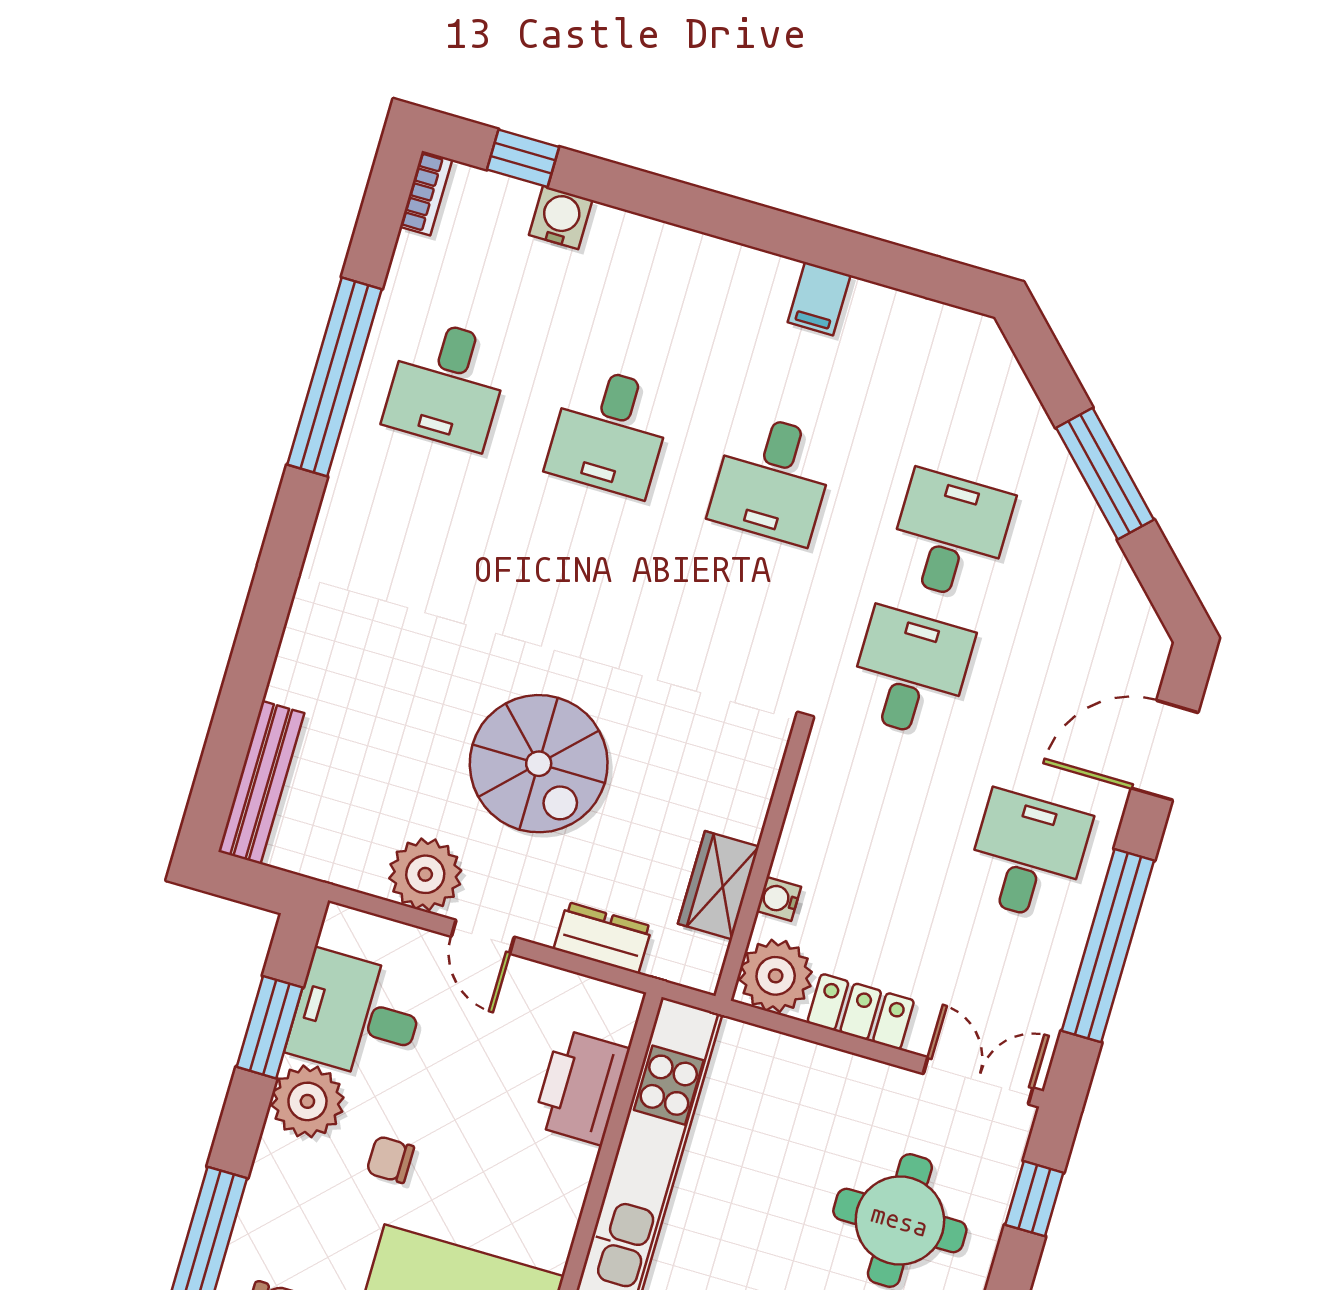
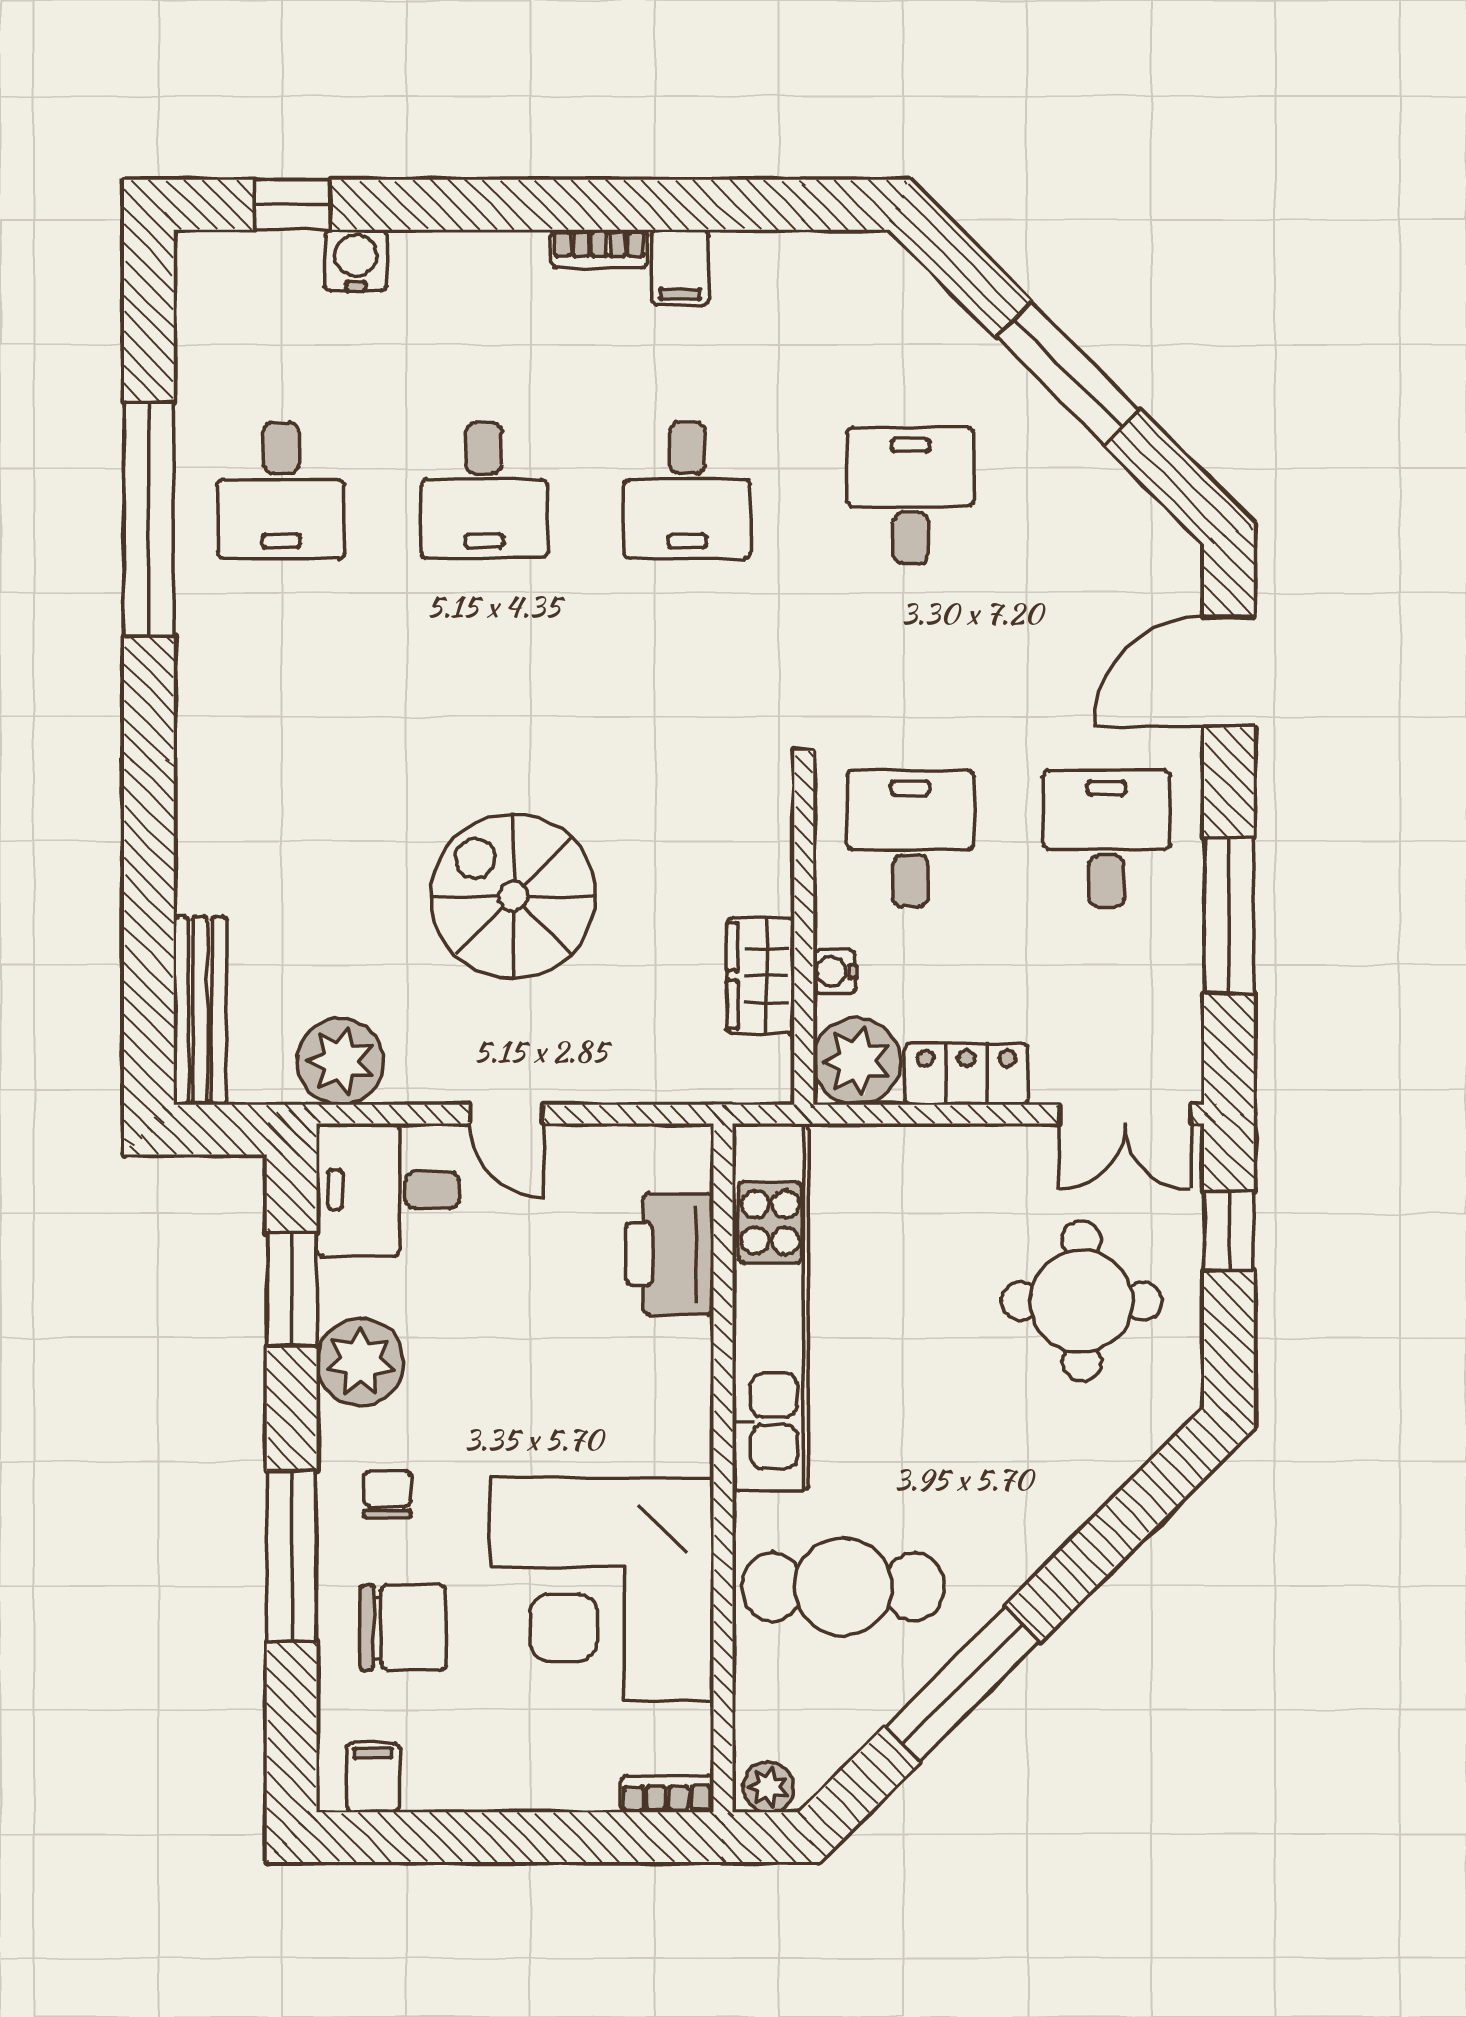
bookcase: (426, 193) -> (599, 249), moved, turned 90
desk: (910, 673) -> (910, 839), moved
spiral stairs: (539, 764) -> (513, 896), turned 180
plant: (425, 874) -> (341, 1061), moved
dresser: (603, 938) -> (645, 1075), removed
window: (1108, 946) -> (1229, 915), width x0.68
desk: (357, 1016) -> (388, 1190), moved
double door: (978, 1081) -> (1125, 1114), swing flipped
chair: (390, 1160) -> (387, 1494), moved, turned 90

